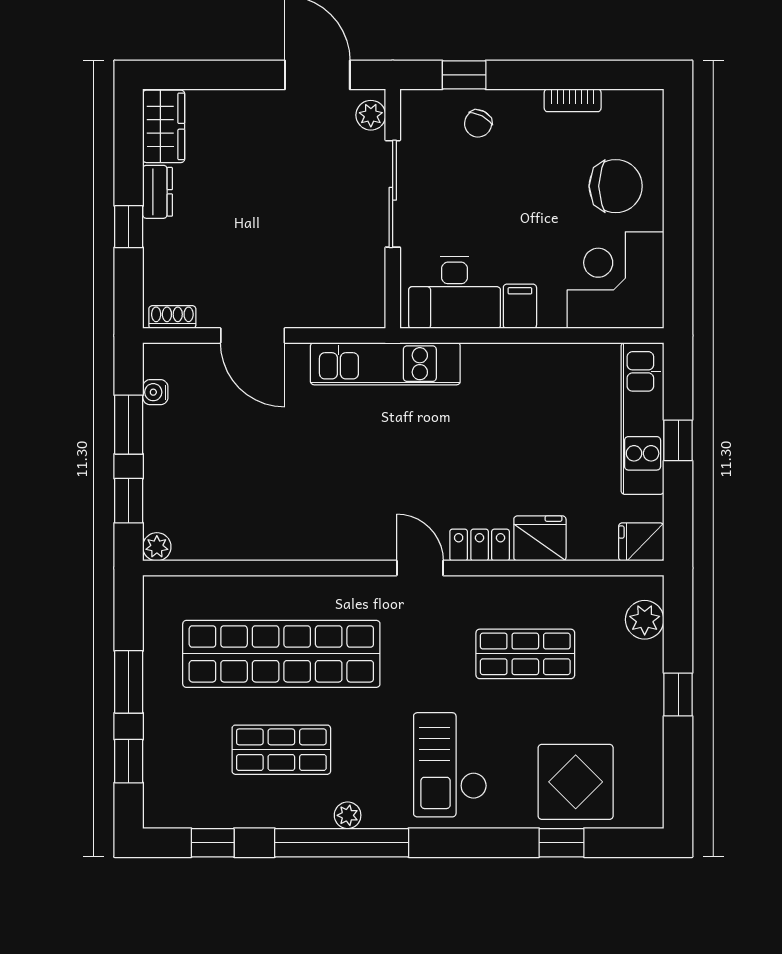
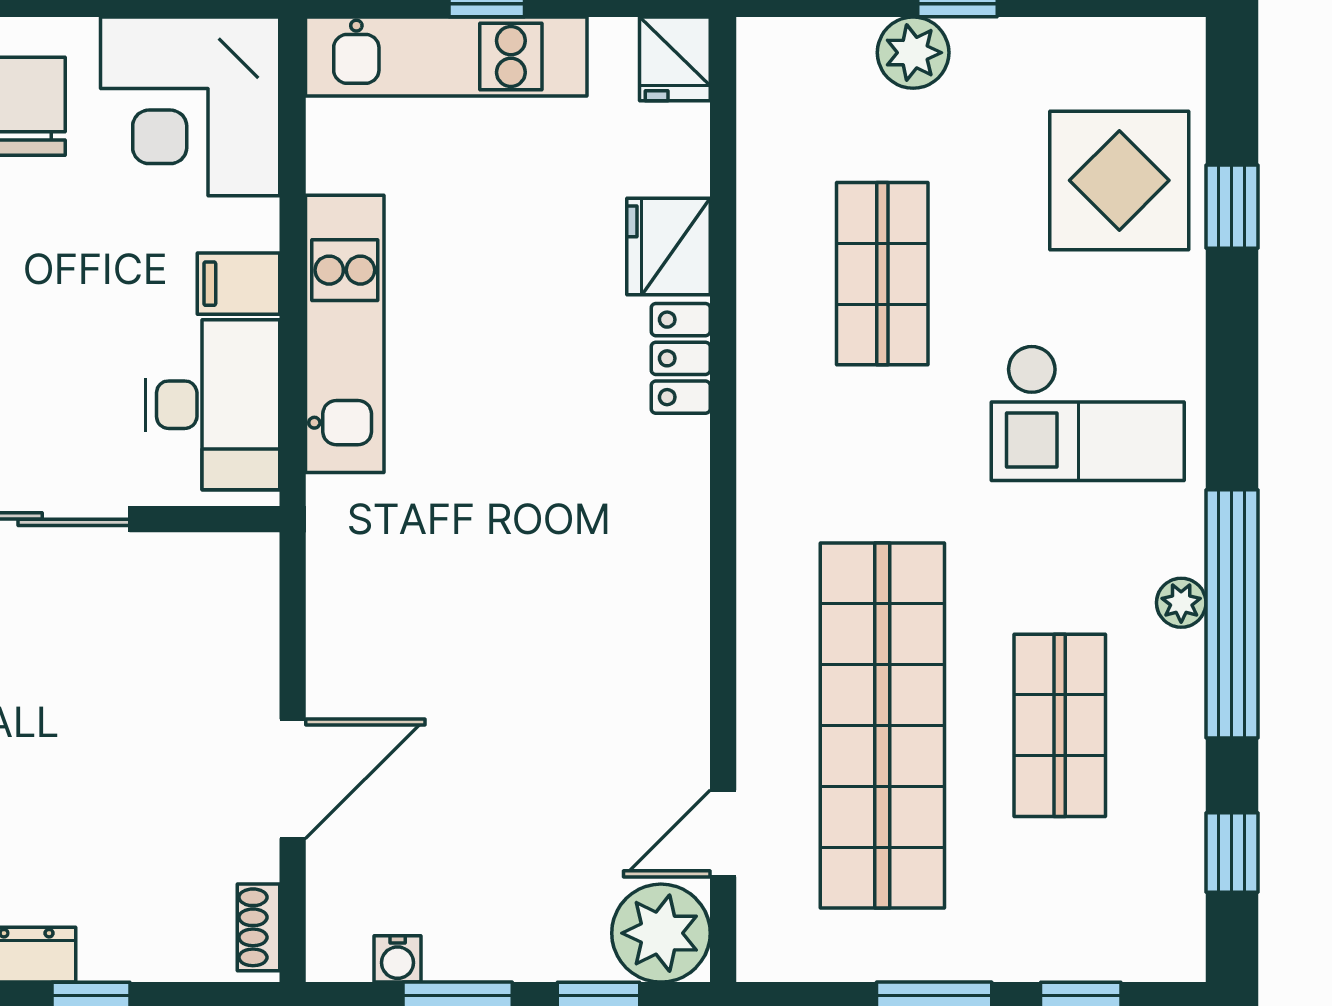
kitchen unit: (385, 364) -> (345, 334), moved
plant: (157, 547) -> (661, 933), width x1.87, depth x1.87
door: (420, 568) -> (723, 833), moved
plant: (645, 620) -> (913, 53), moved

